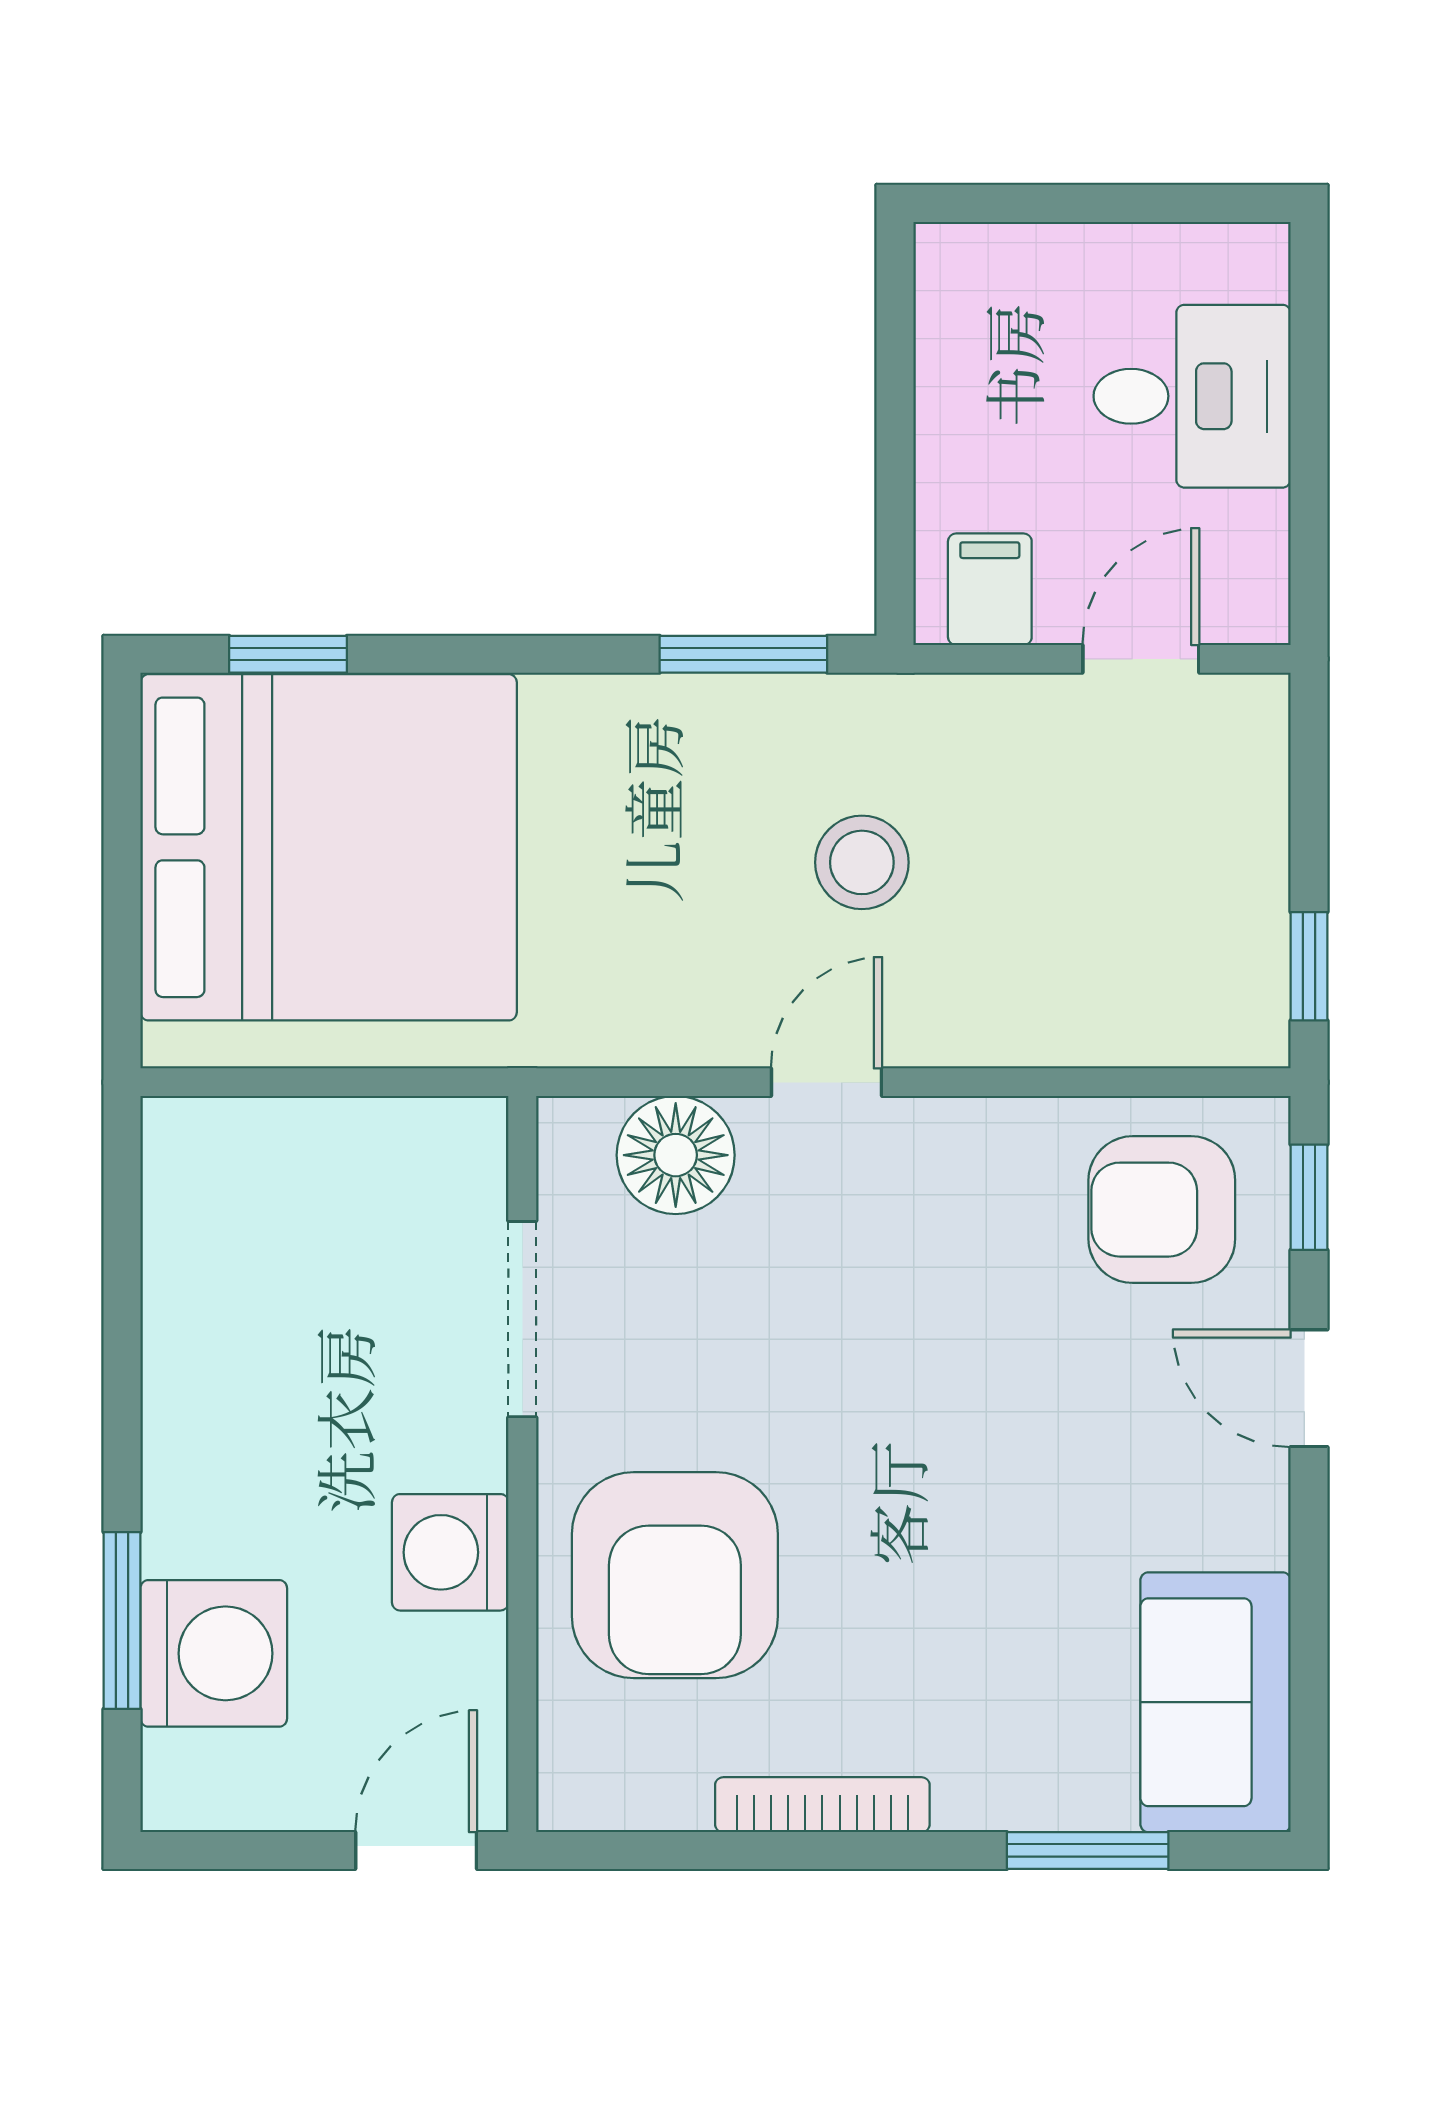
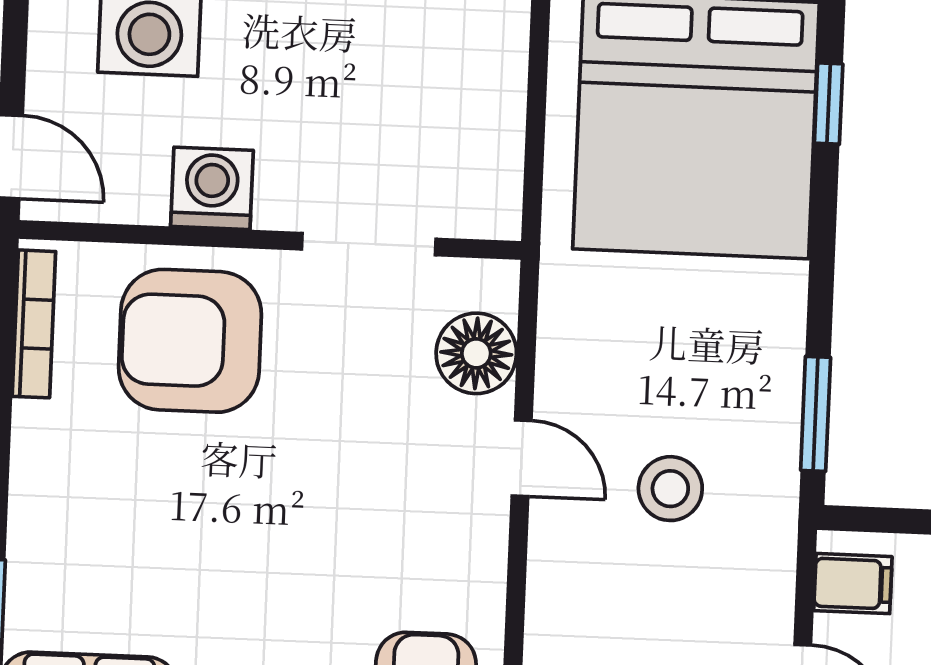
bookcase: (822, 1805) -> (34, 324), moved

